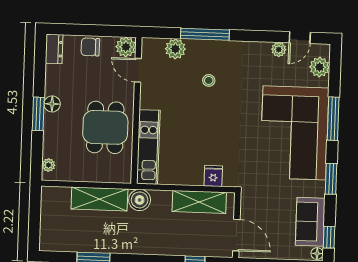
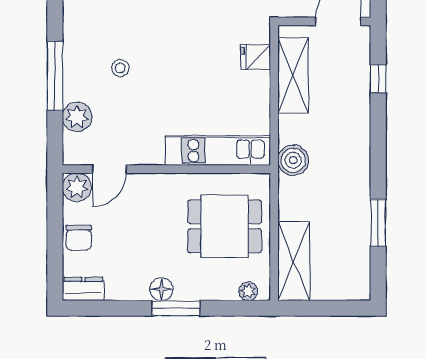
dining table: (105, 127) -> (225, 226), moved
shelving: (99, 199) -> (294, 261), moved

